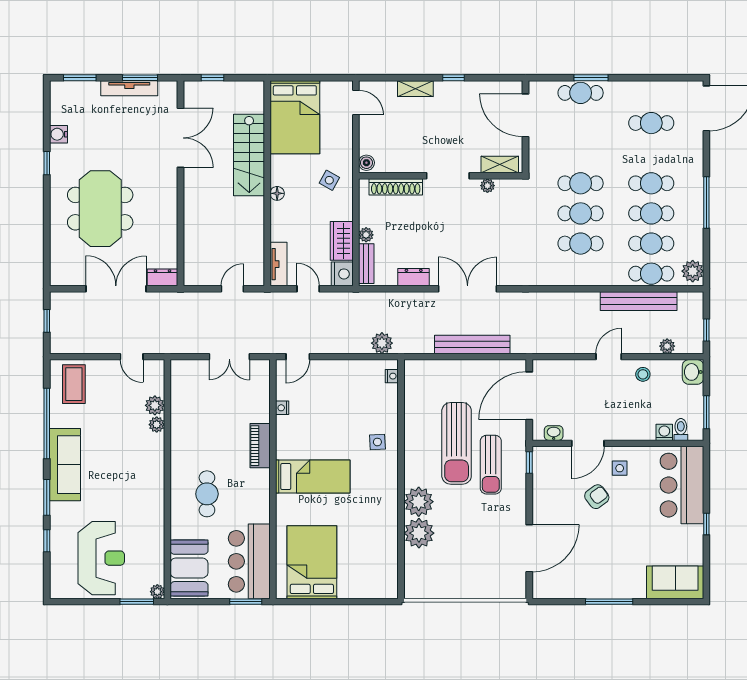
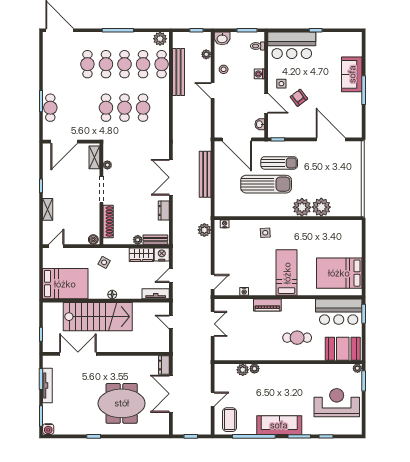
cafe table: (651, 123) -> (87, 64), moved
water cooler: (59, 134) -> (48, 429), moved
stairs: (249, 155) -> (98, 317), width x1.36, depth x1.51
door: (132, 357) -> (213, 399), moved
door: (298, 357) -> (213, 282), hinge flipped
coffee table: (74, 384) -> (230, 420), turned 90
washing machine: (664, 432) -> (259, 74), moved
sofa: (675, 582) -> (352, 74), moved

